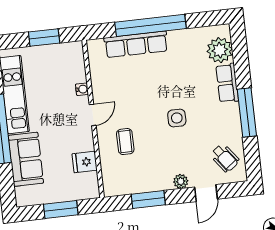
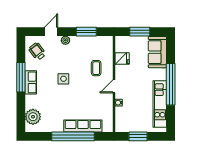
row of seats: (227, 83) -> (31, 82), moved
sofa: (26, 159) -> (157, 52), moved

